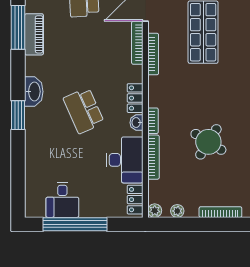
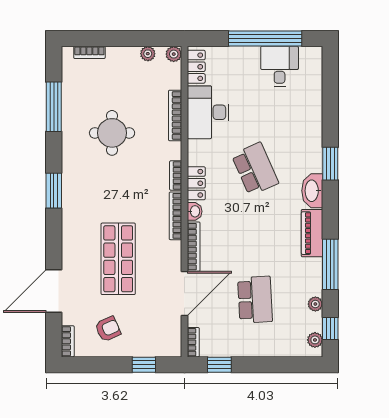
piano: (34, 34) -> (312, 233), moved
bookcase: (153, 54) -> (175, 216), moved
bookcase: (153, 121) -> (176, 175), moved
washbasin: (136, 123) -> (195, 211), moved
round table: (208, 142) -> (112, 133), turned -32
bookcase: (220, 212) -> (89, 52), width x0.64

